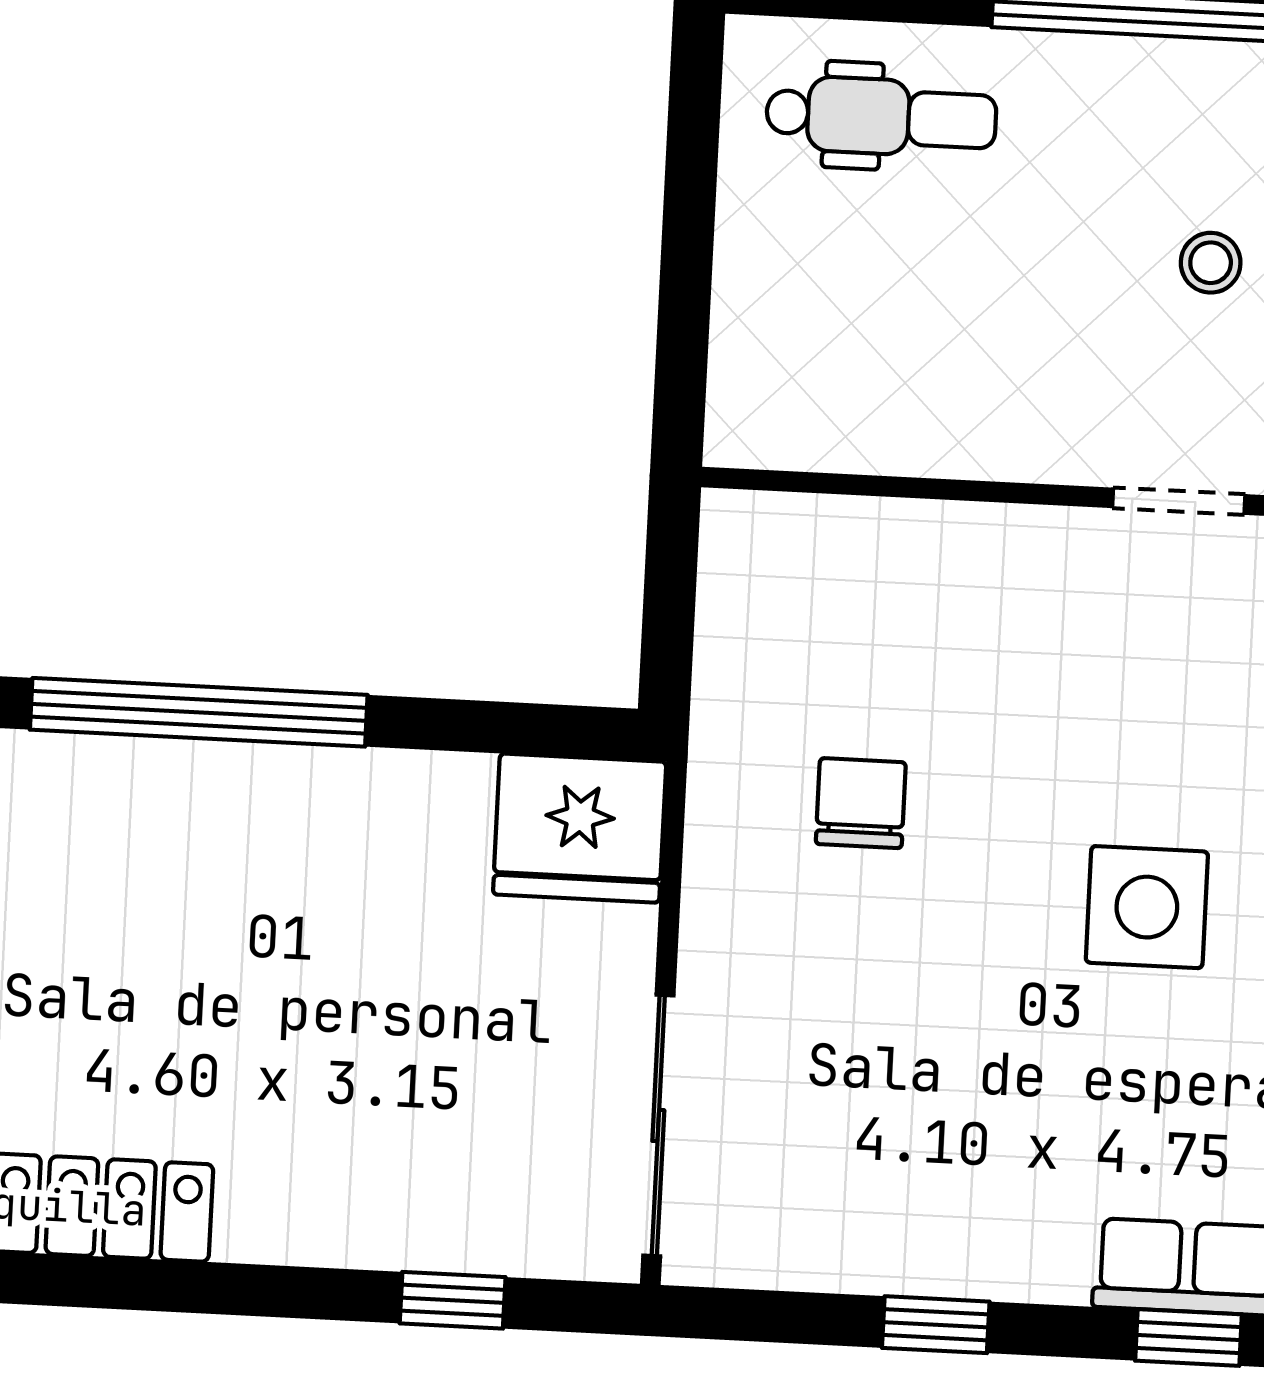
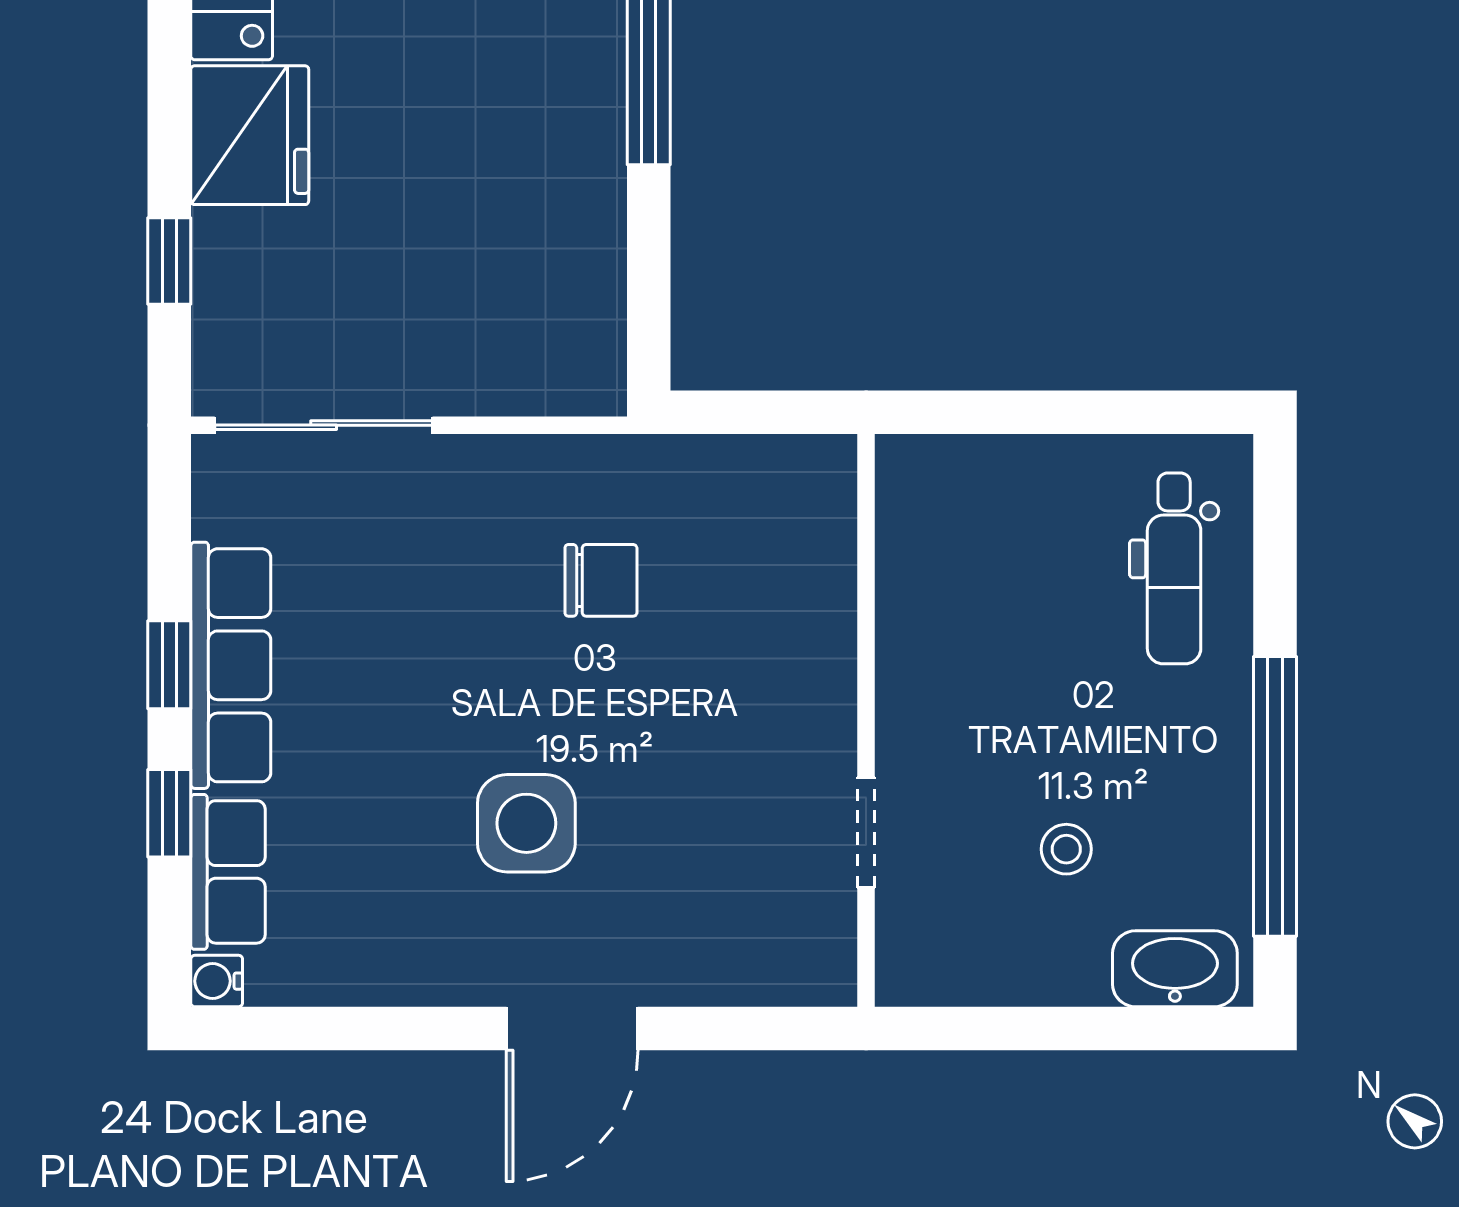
fridge: (580, 828) -> (250, 135), moved, turned 180
row of seats: (940, 1251) -> (231, 665), added
window: (1188, 1338) -> (169, 813), moved

